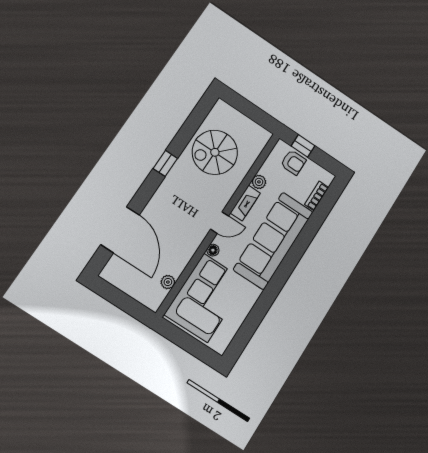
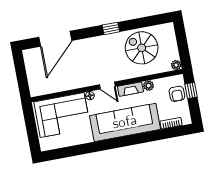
plant: (168, 282) -> (176, 65), moved

